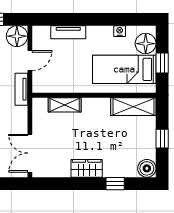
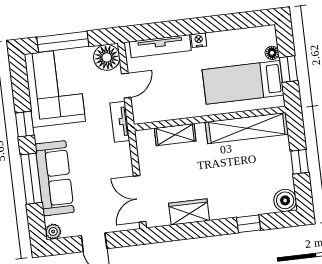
nightstand: (120, 31) -> (199, 40), moved
tv unit: (68, 32) -> (160, 46), width x1.41
floor lamp: (146, 44) -> (272, 53), width x0.53, depth x0.53
shelving: (133, 107) -> (247, 128), width x1.47
wardrobe: (87, 168) -> (189, 212), moved

